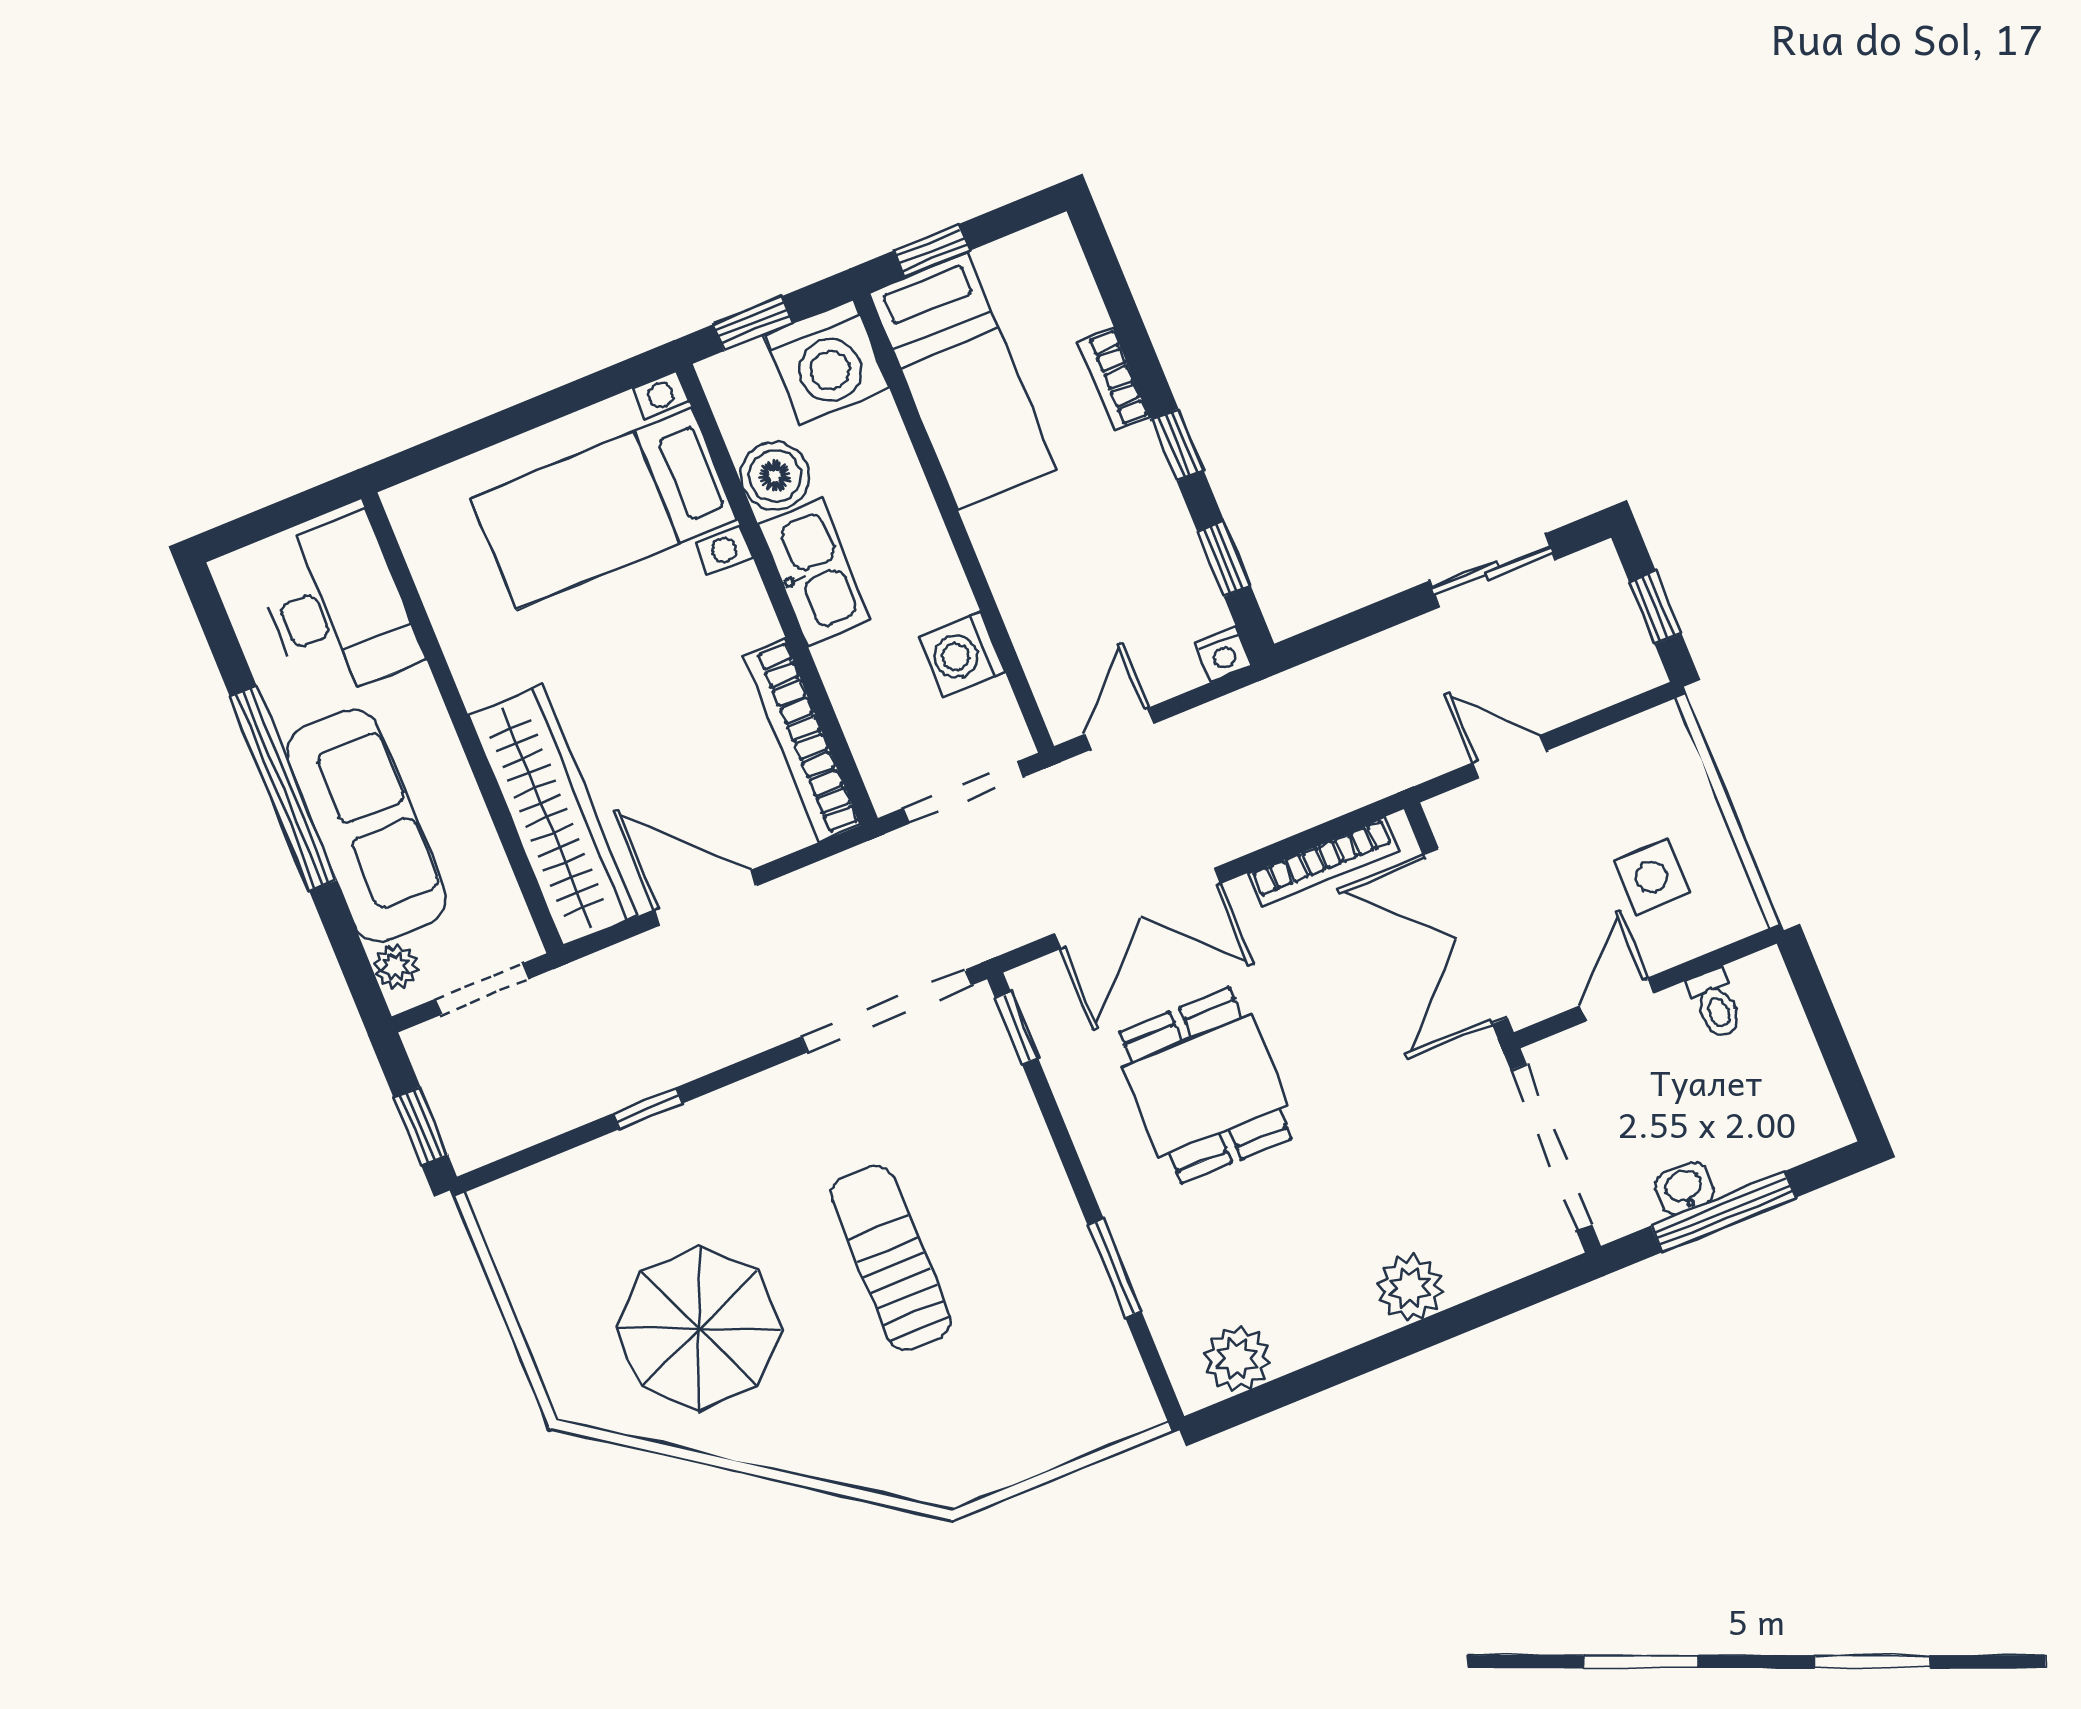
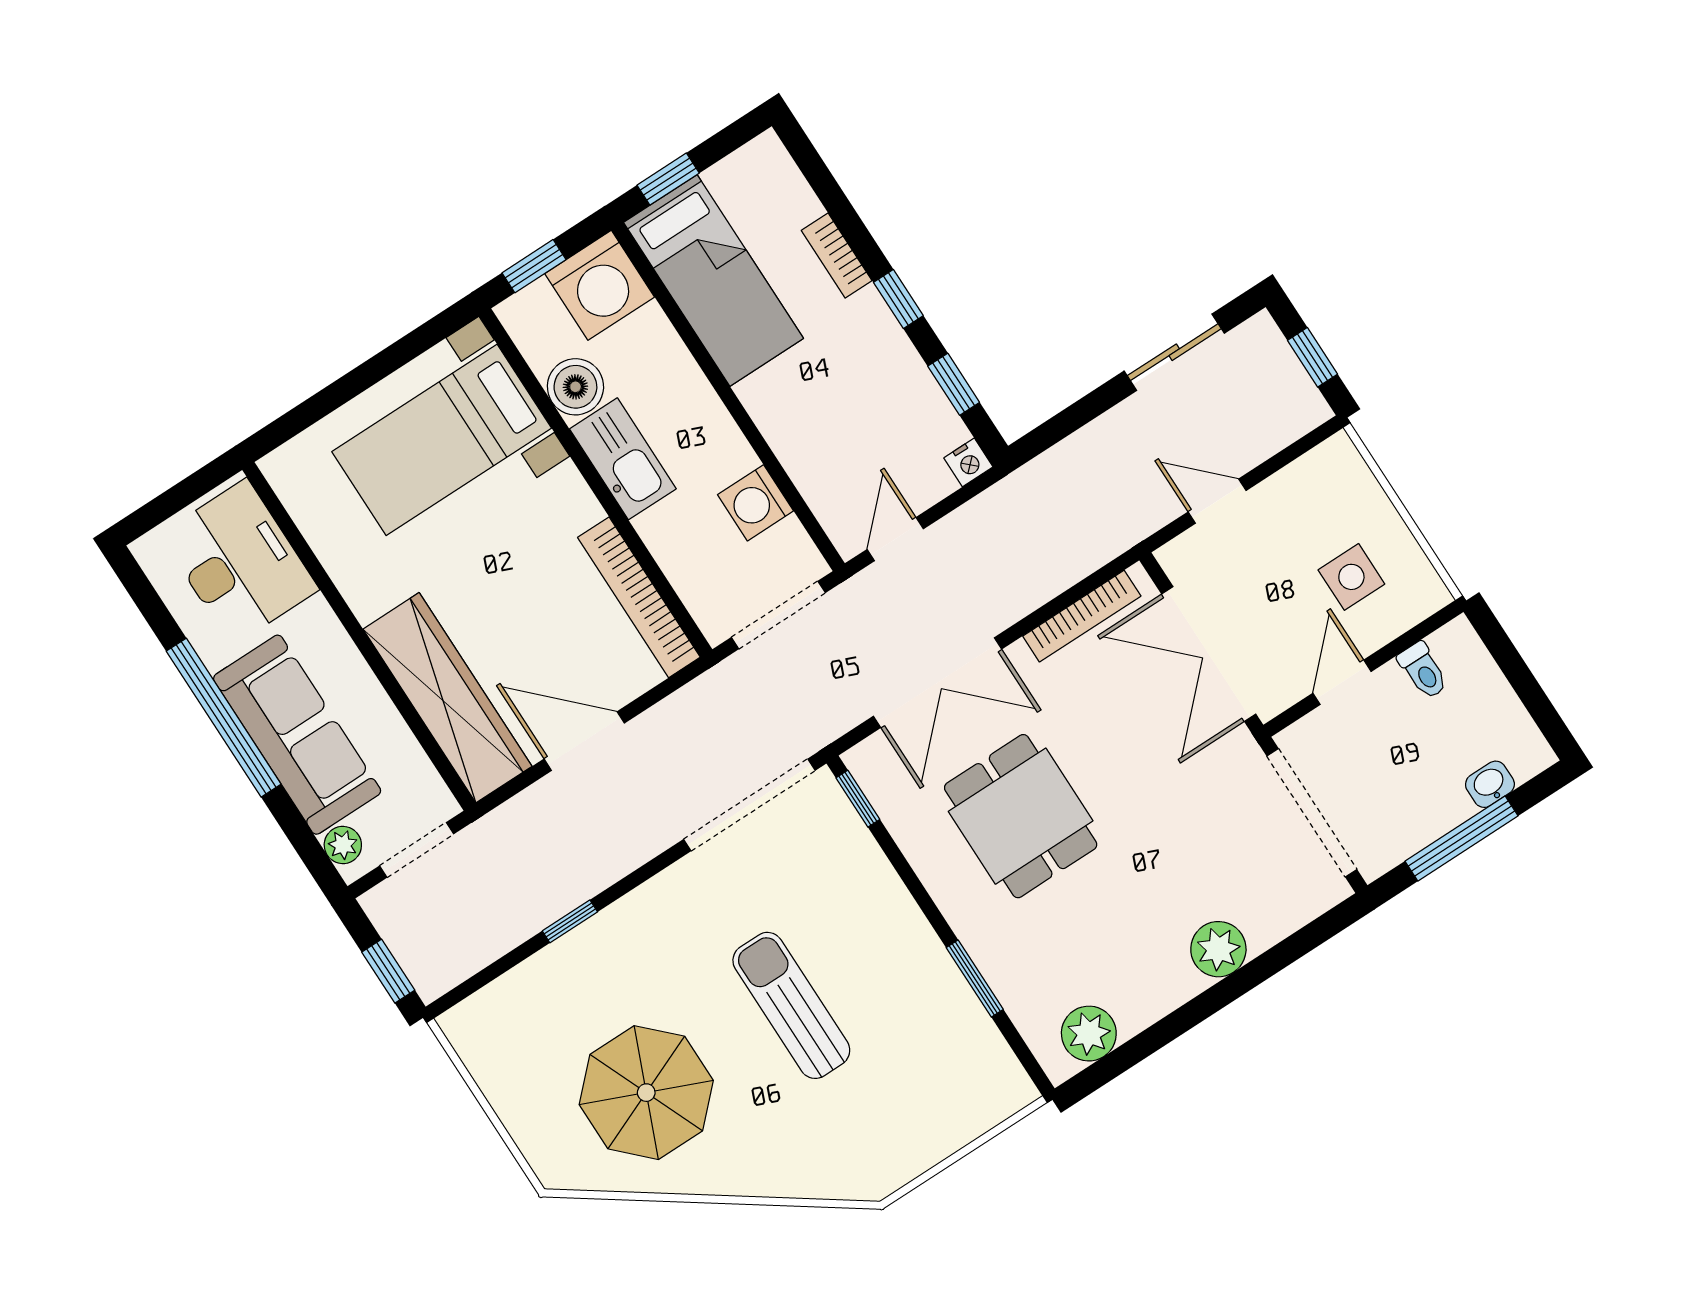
washbasin: (1685, 1188) -> (1490, 784), moved

